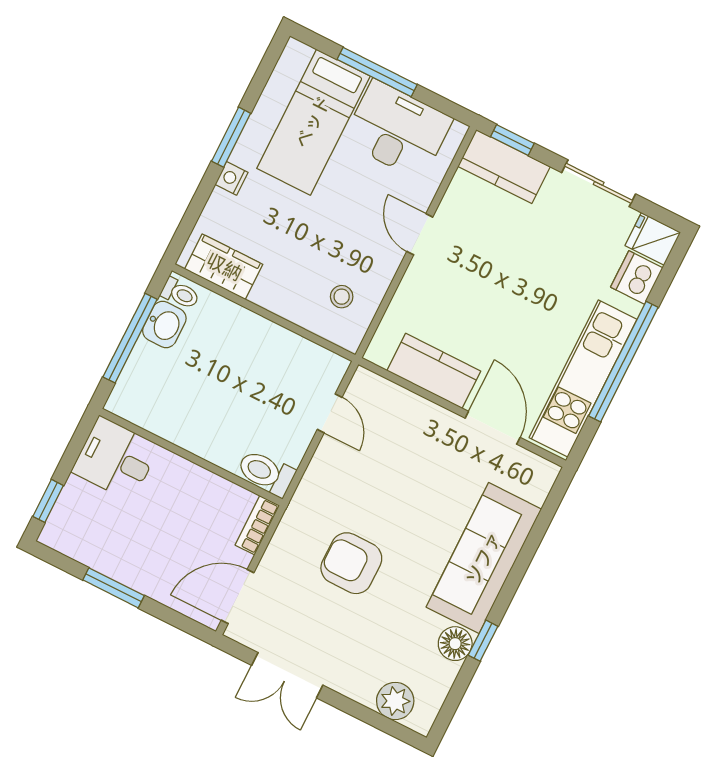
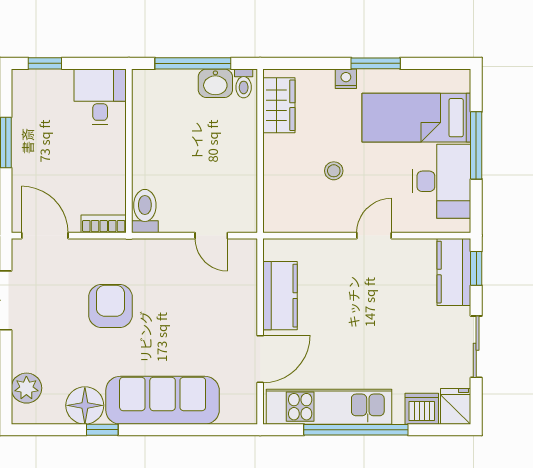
stool: (342, 297) -> (334, 171), moved
door: (330, 413) -> (211, 236), hinge flipped
floor lamp: (455, 644) -> (85, 405), width x1.38, depth x1.38

